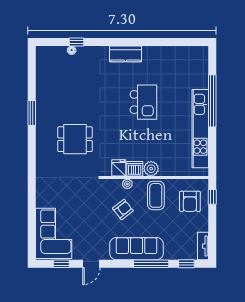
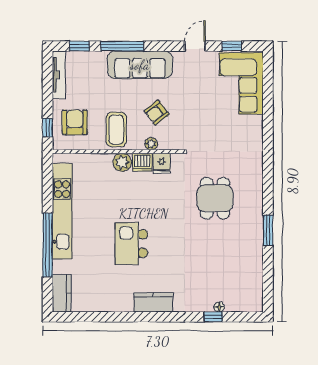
kitchen counter: (201, 61) -> (62, 293), added
dining table: (75, 139) -> (215, 198), turned 90
tv unit: (203, 246) -> (59, 75), width x1.41

